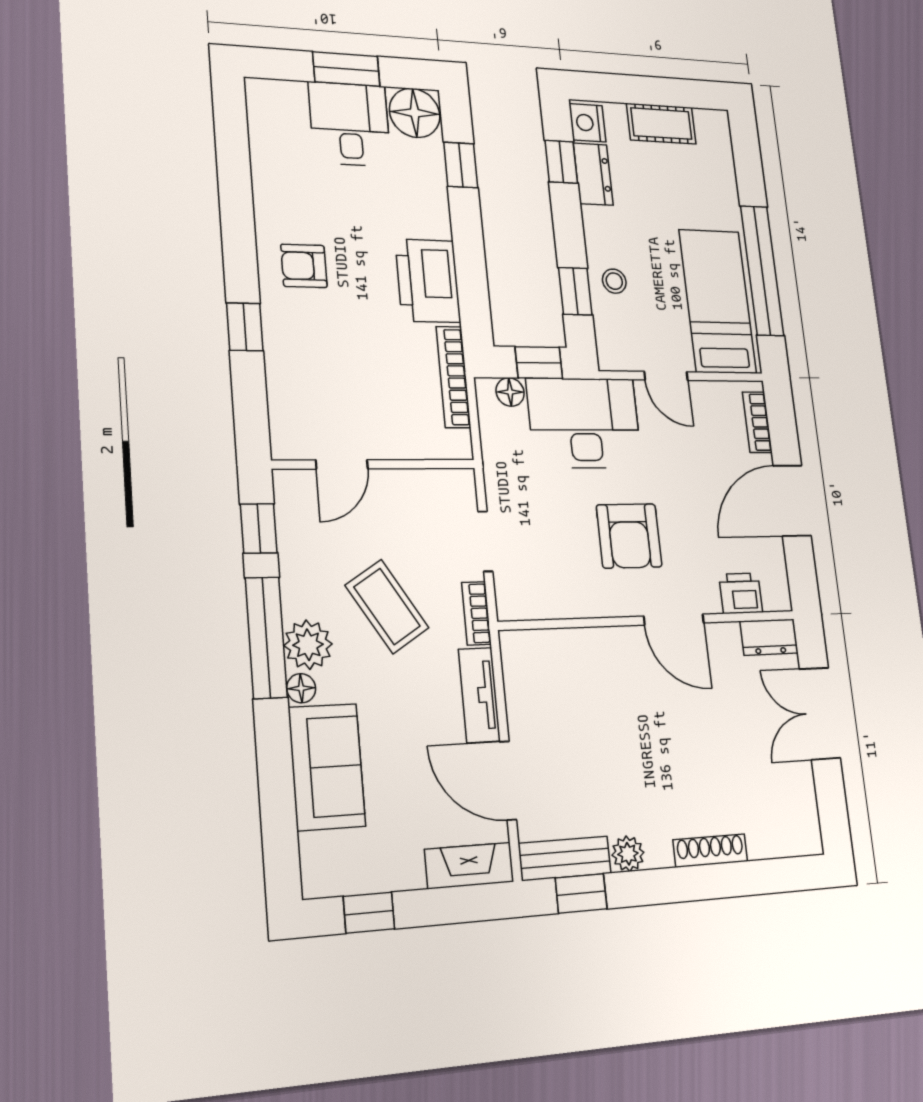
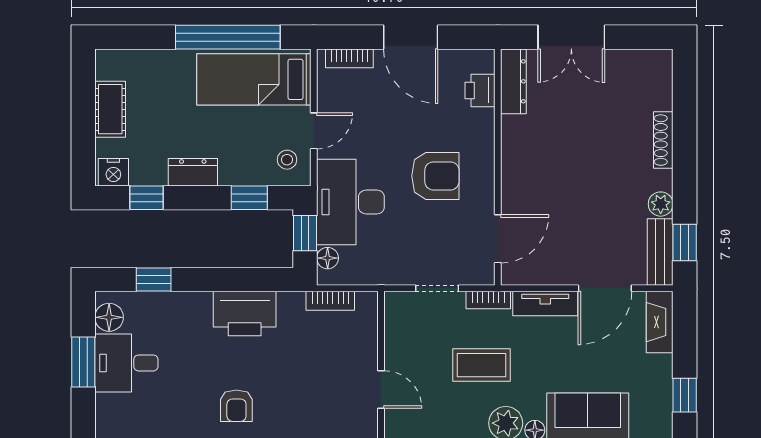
floor lamp: (415, 113) -> (109, 317), width x0.73, depth x0.73
dresser: (593, 174) -> (193, 172), moved
stool: (614, 281) -> (287, 160), moved
bookcase: (453, 377) -> (330, 301), width x0.64
coffee table: (387, 607) -> (481, 365), turned 32
door: (674, 620) -> (498, 239), moved
dresser: (769, 637) -> (513, 81), width x1.44

